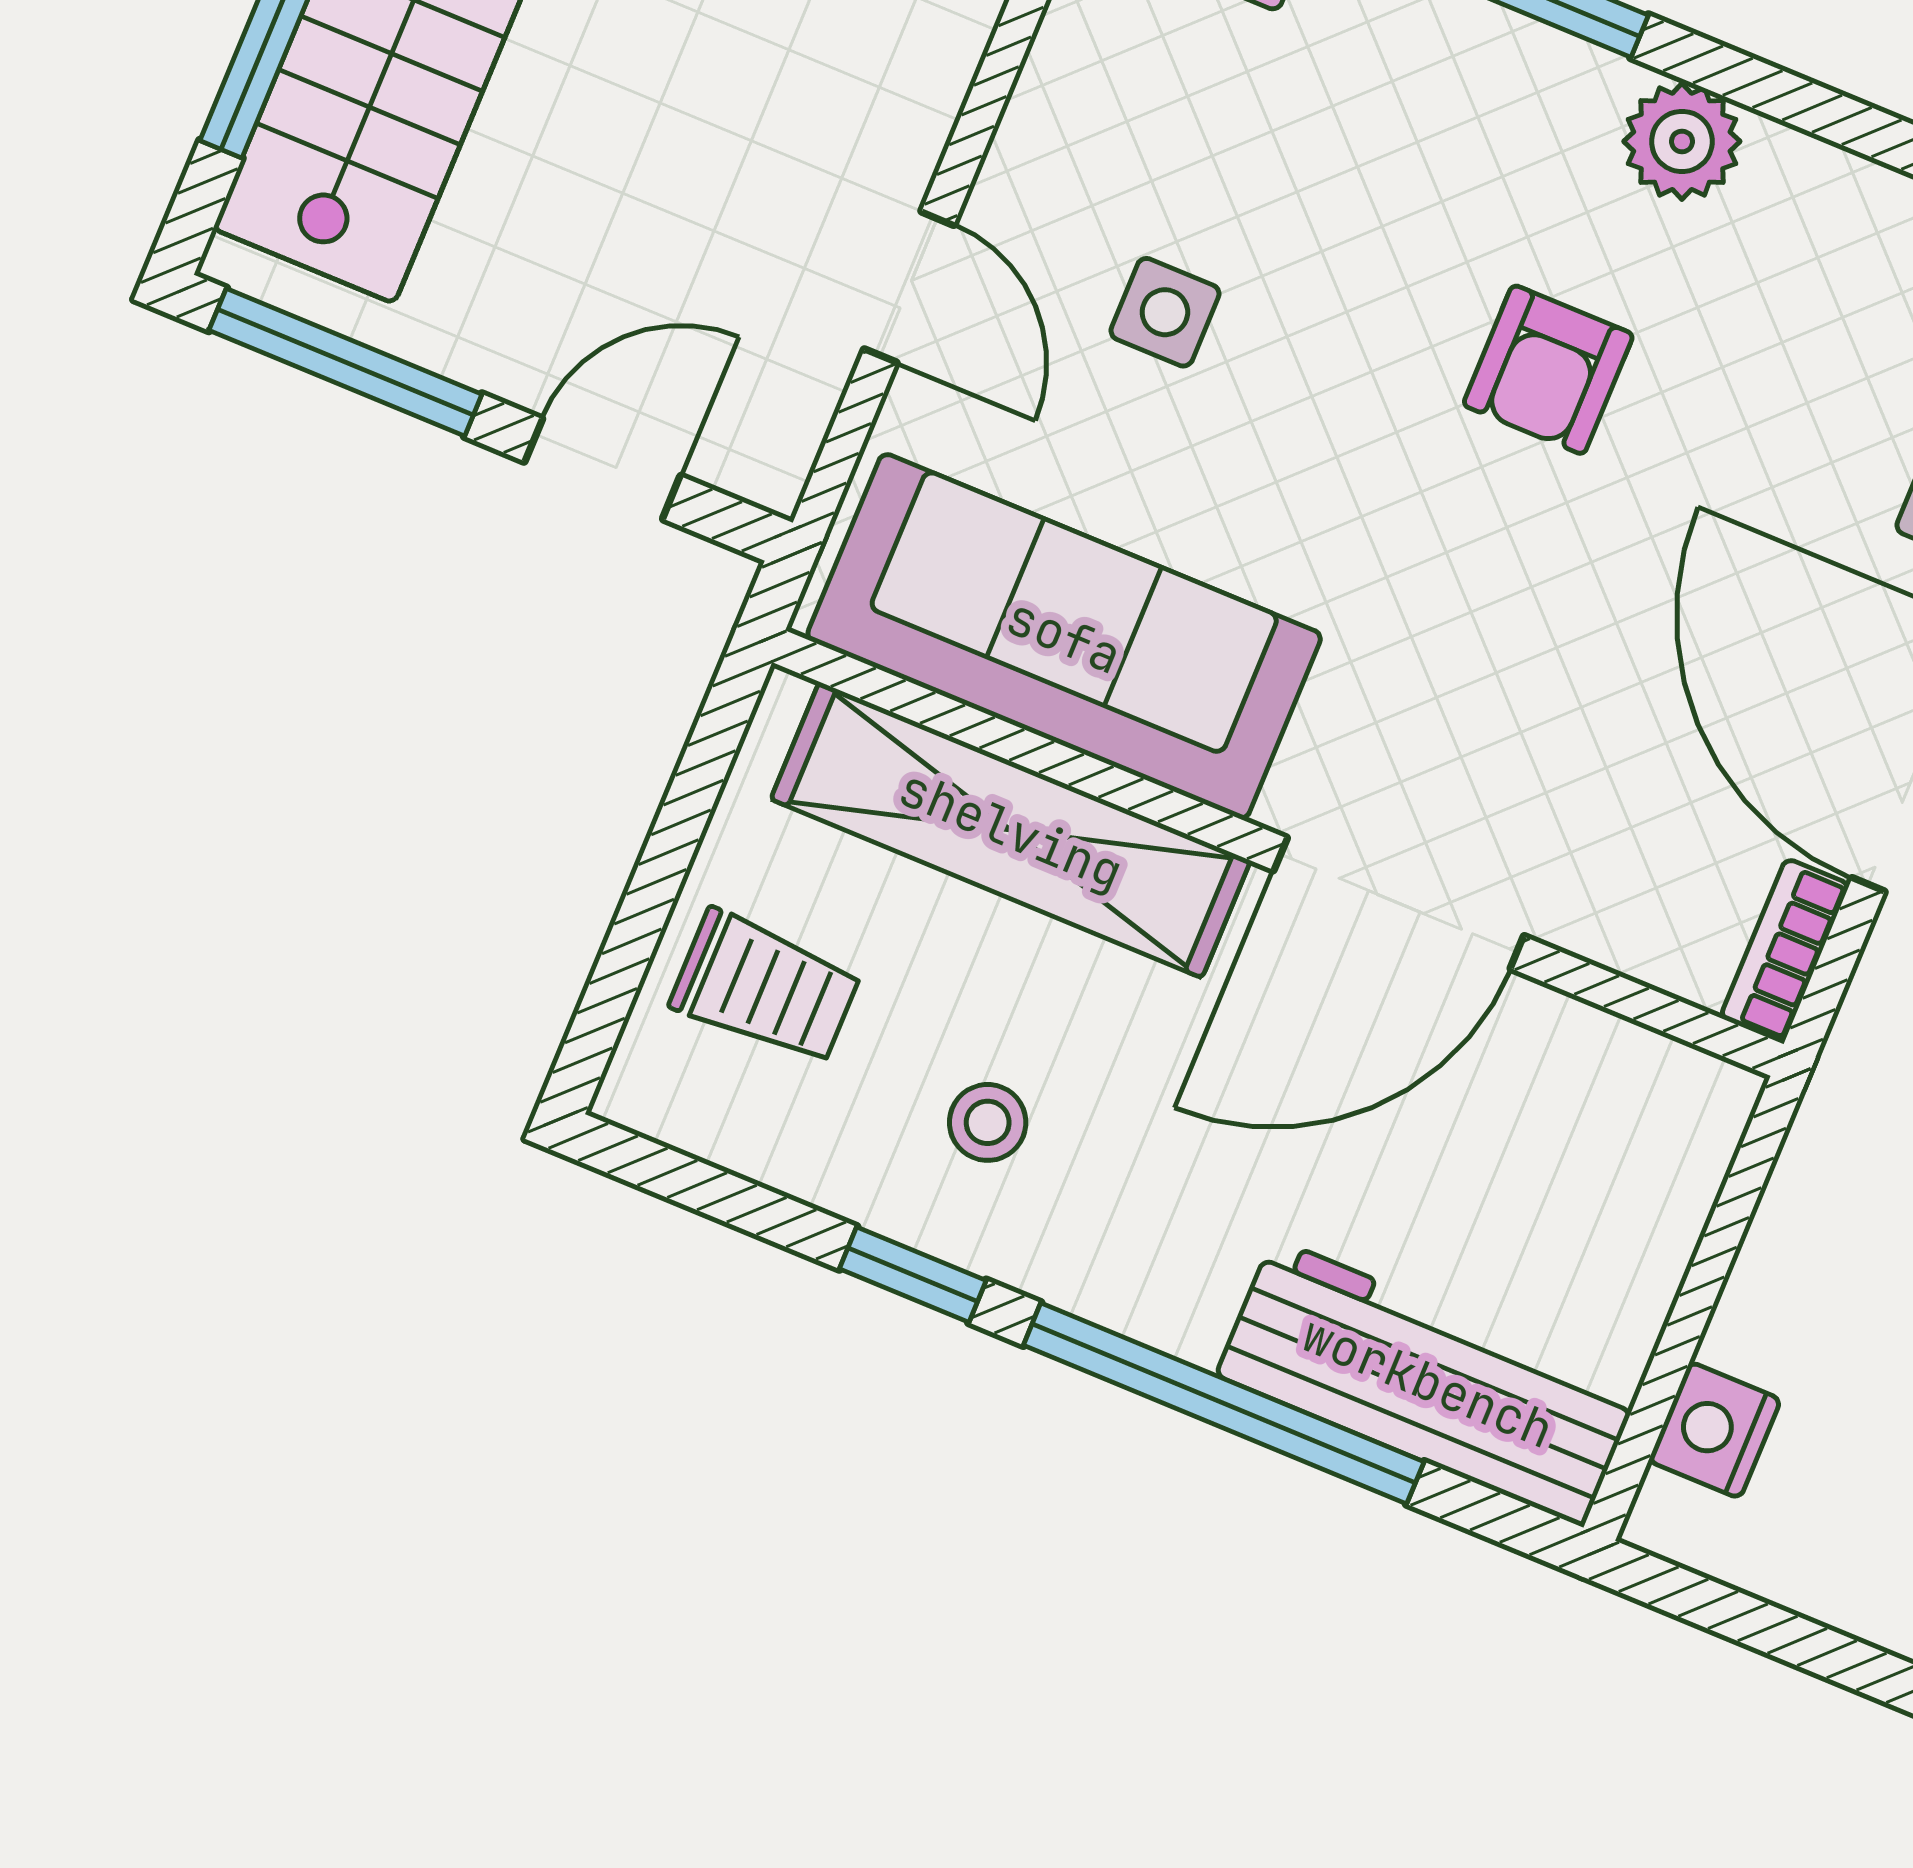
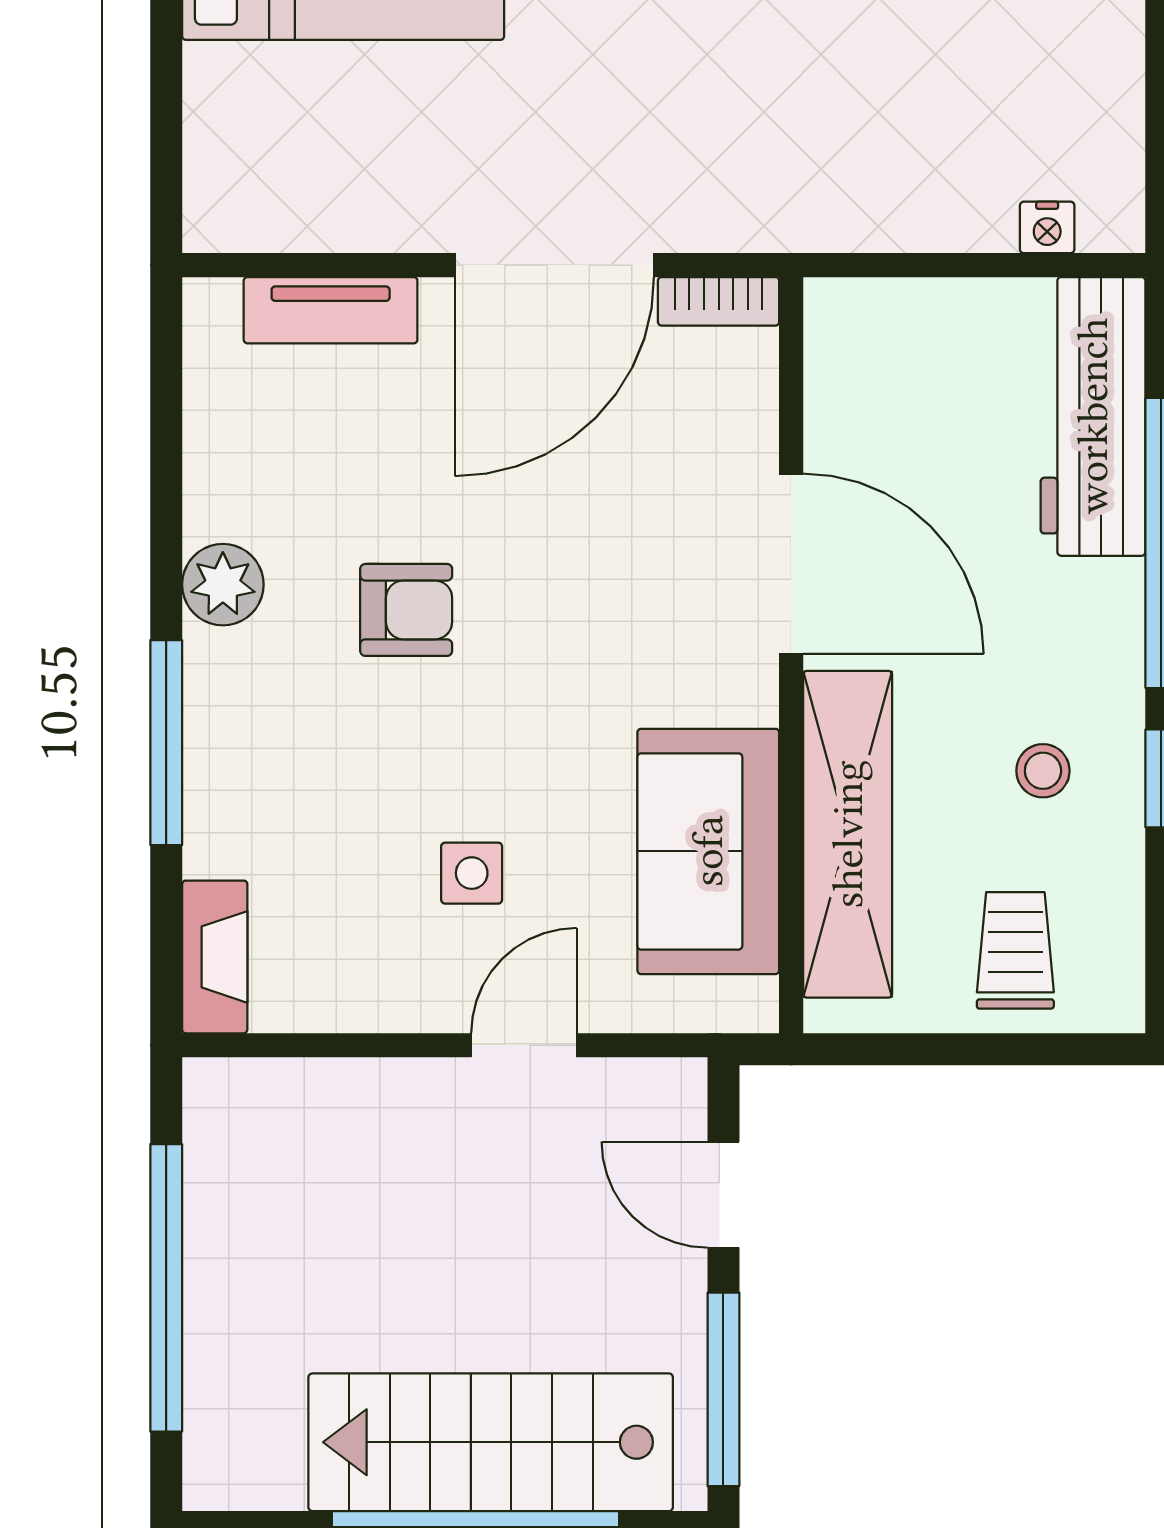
sofa: (1064, 636) -> (708, 851), width x0.73
nightstand: (1715, 1430) -> (1047, 227), width x0.72, depth x0.74

